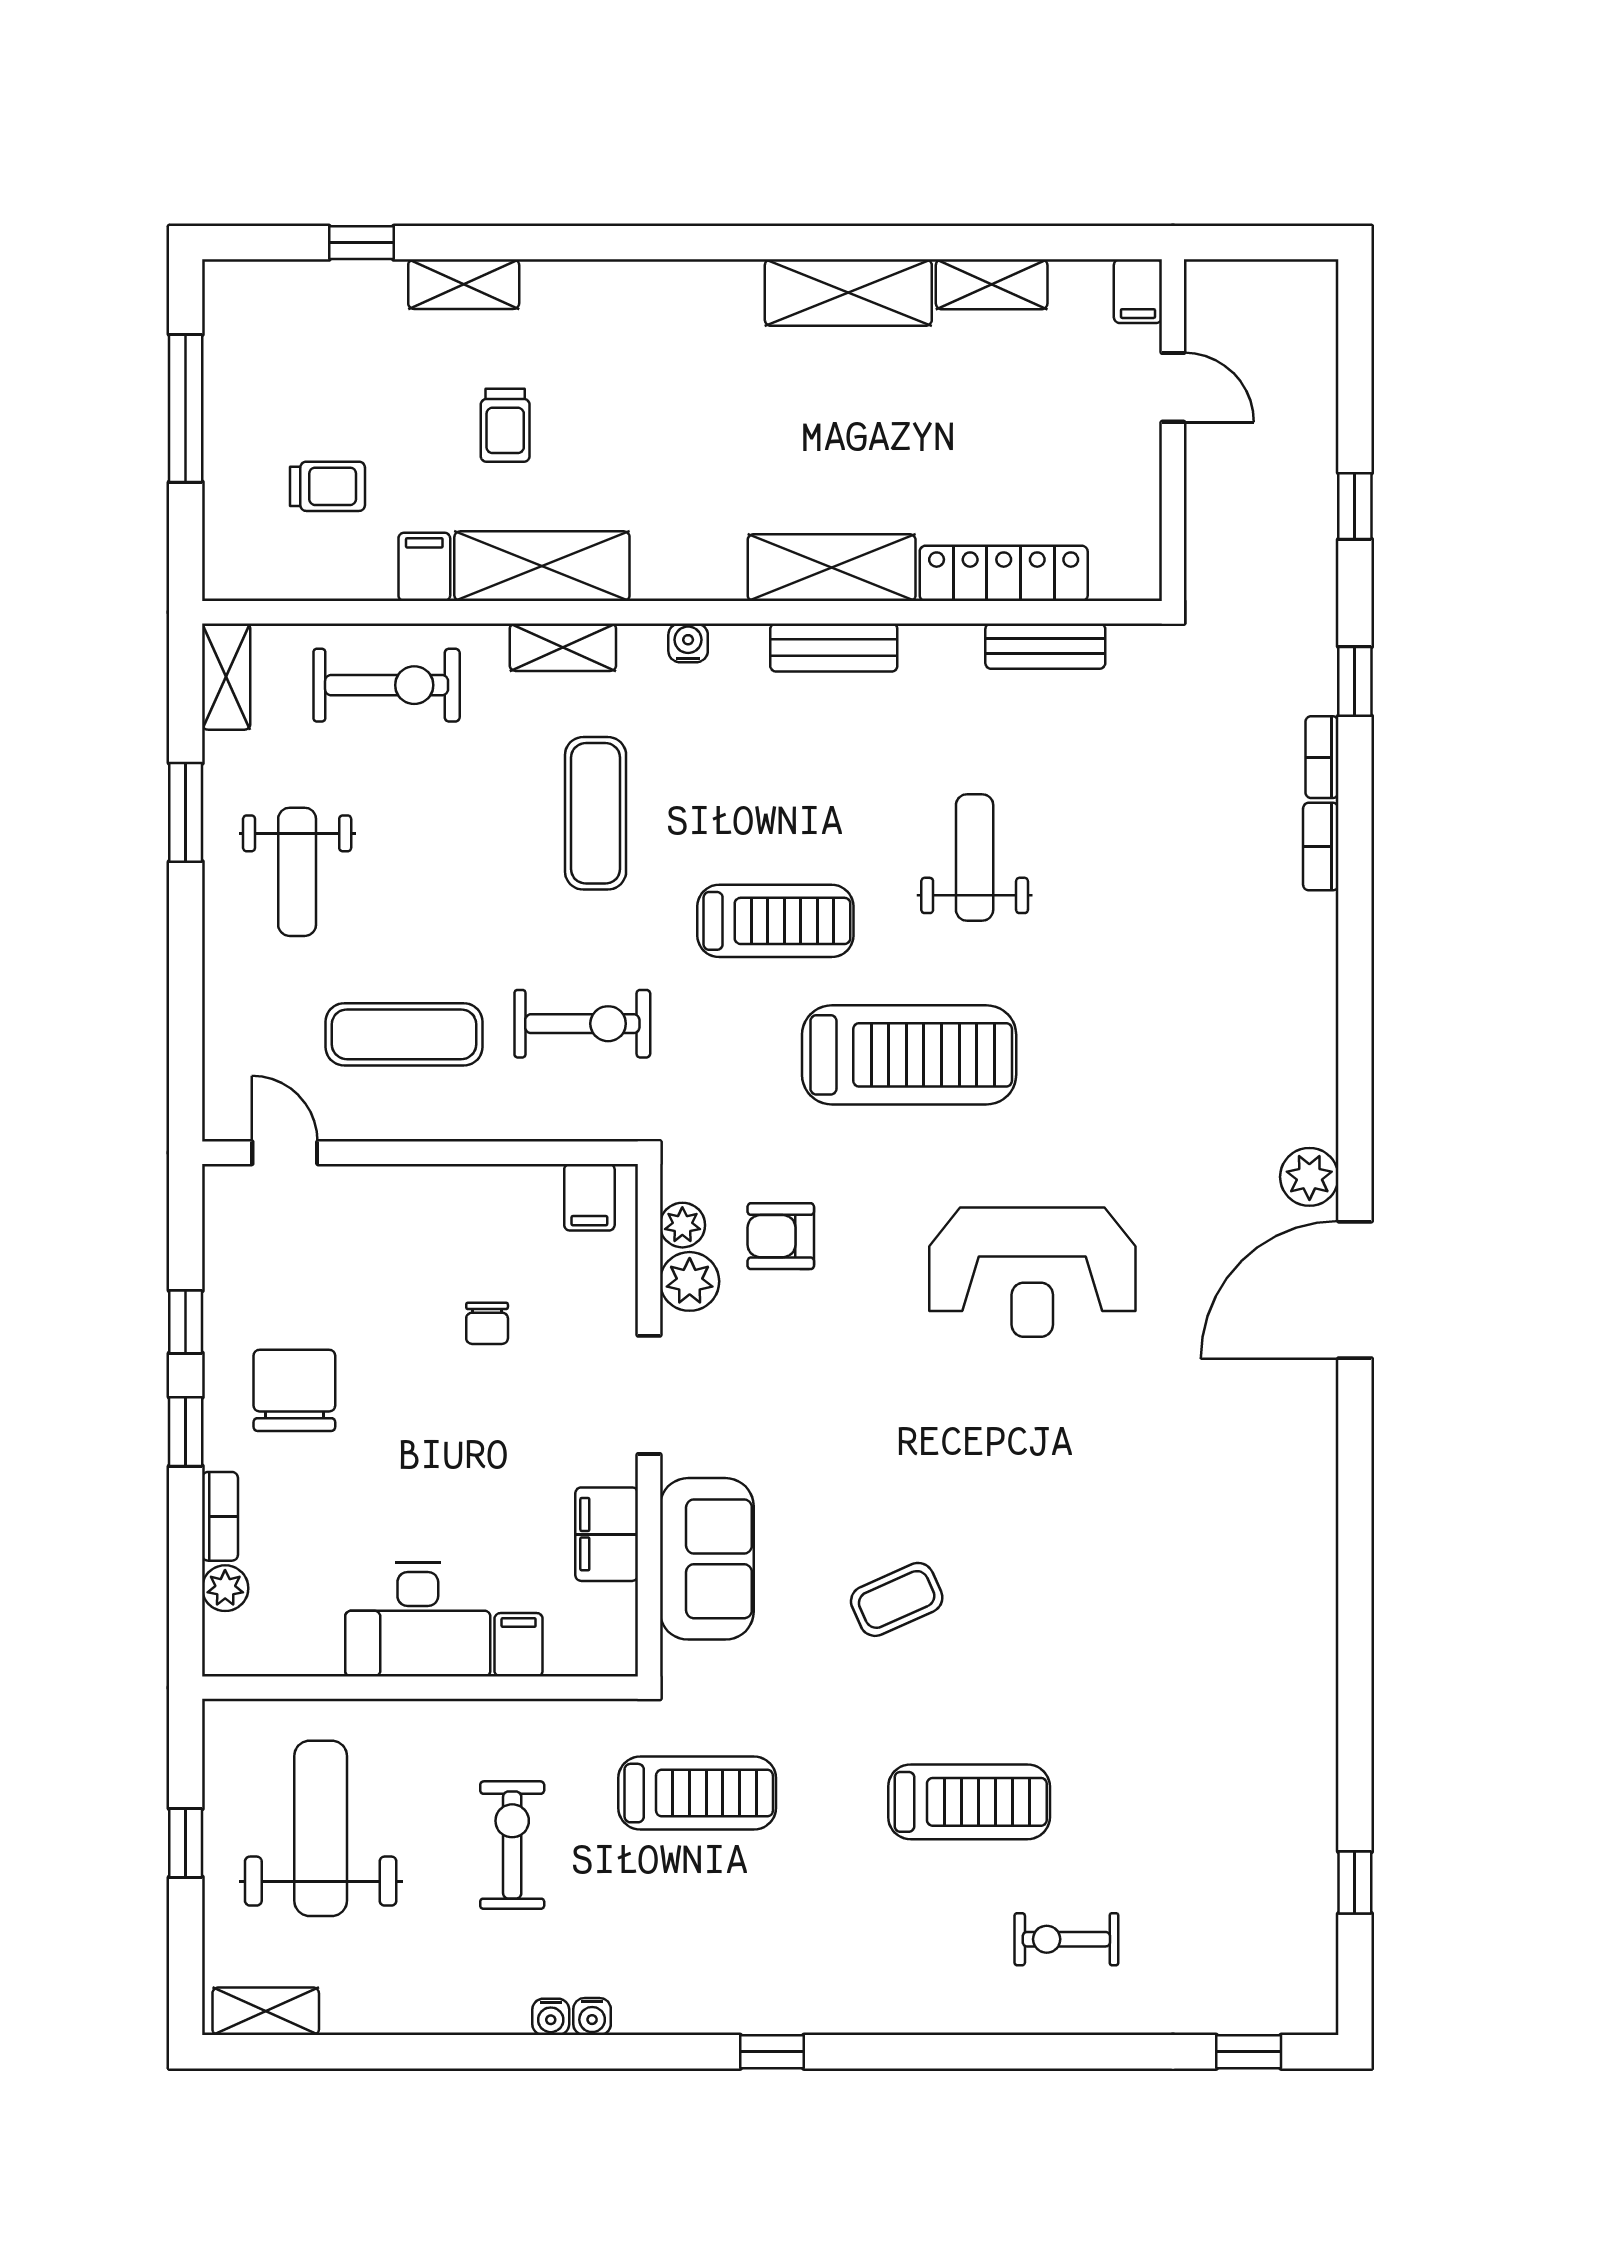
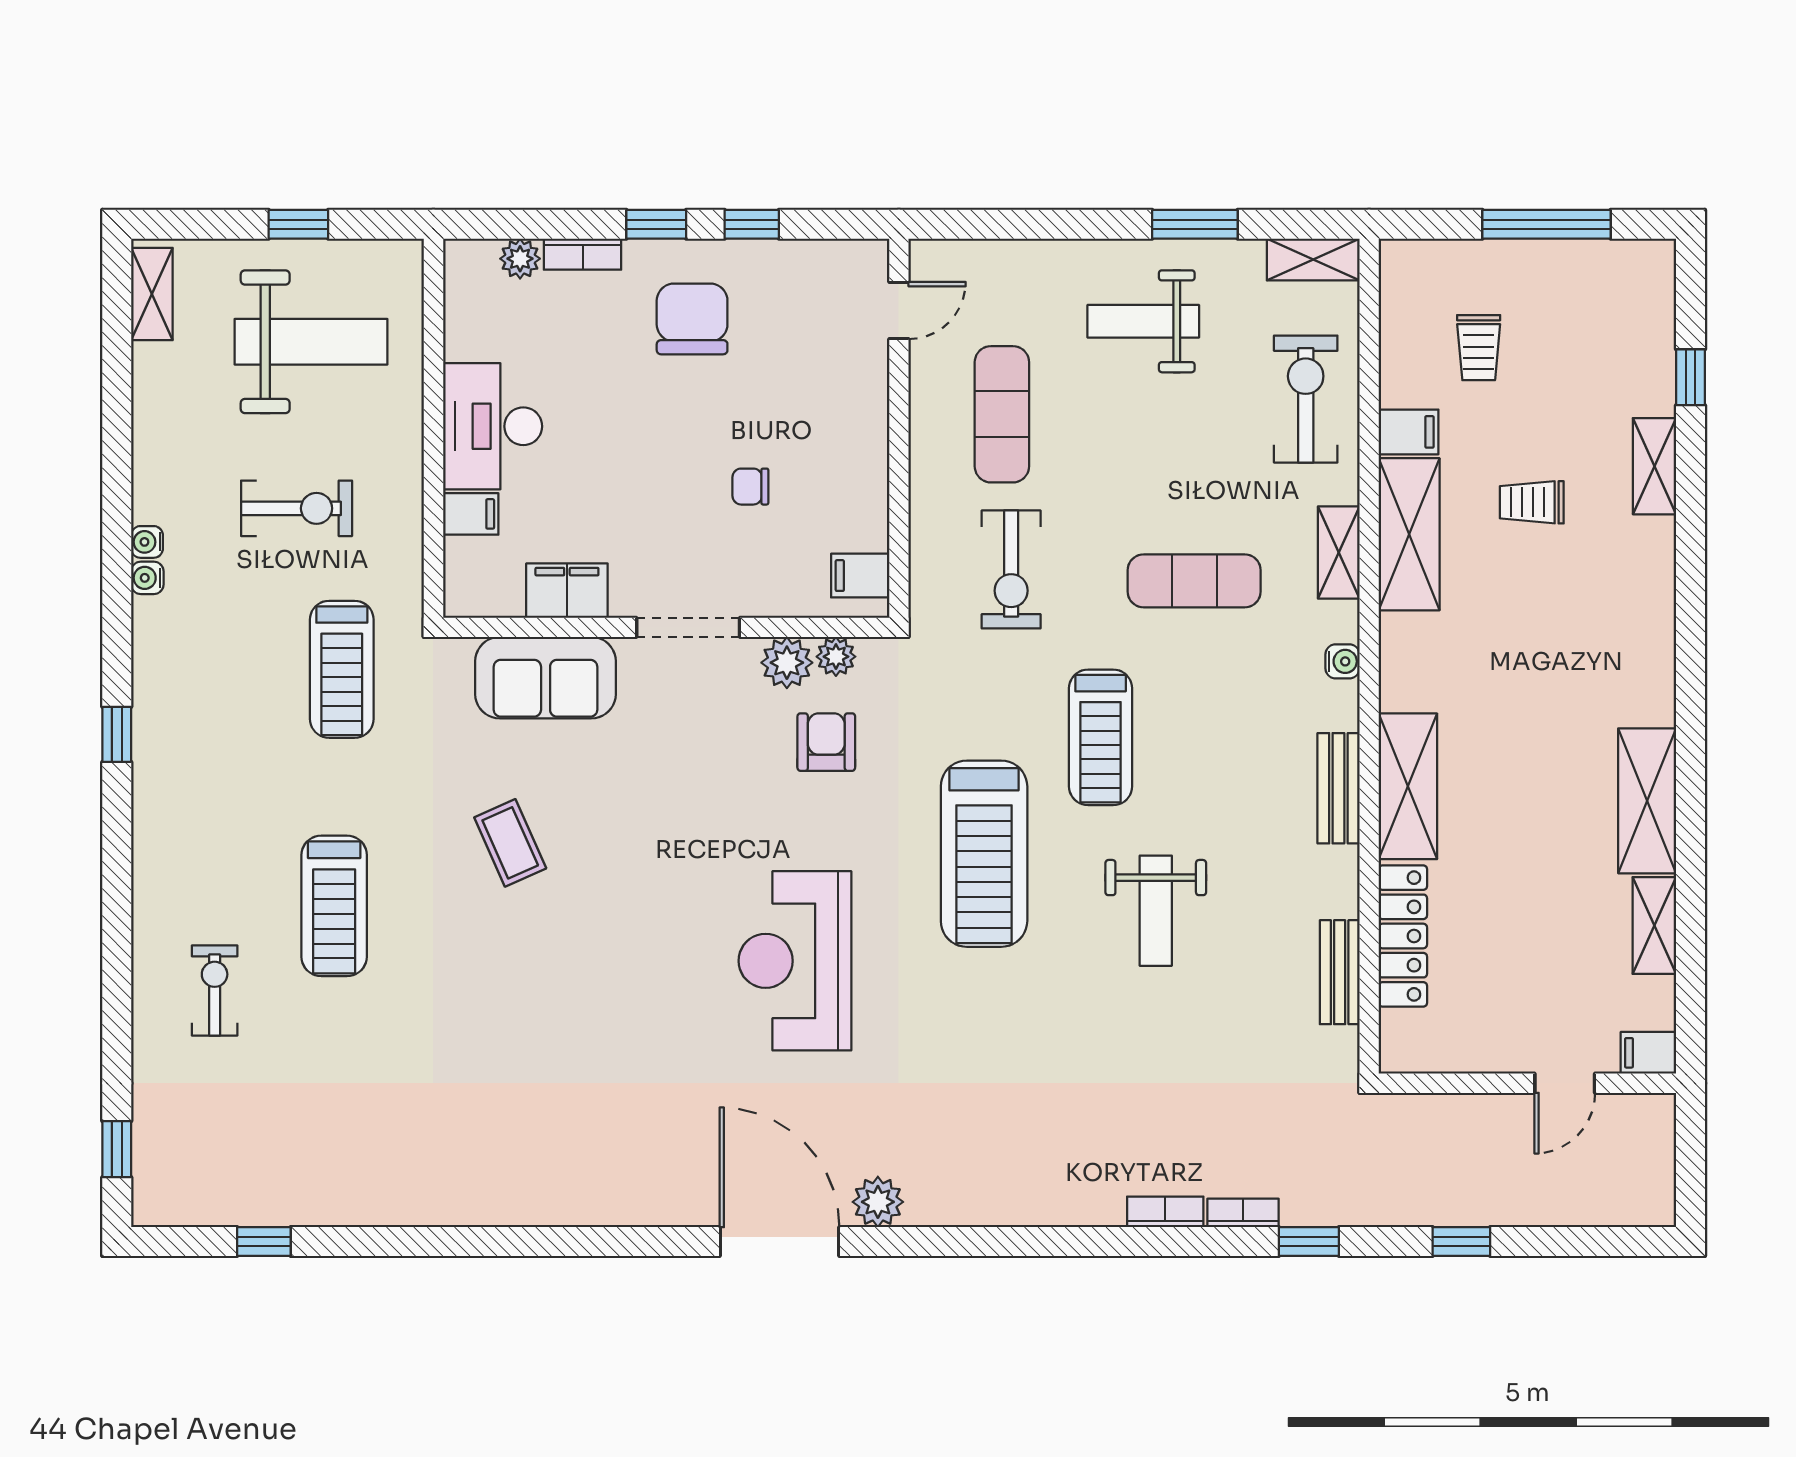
exercise bike: (387, 685) -> (1306, 399), turned 180
weight bench: (975, 857) -> (1156, 911), turned 90
chair: (294, 1390) -> (692, 319), turned -90

